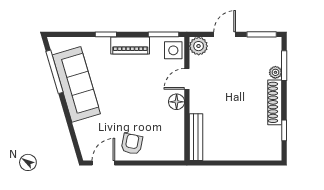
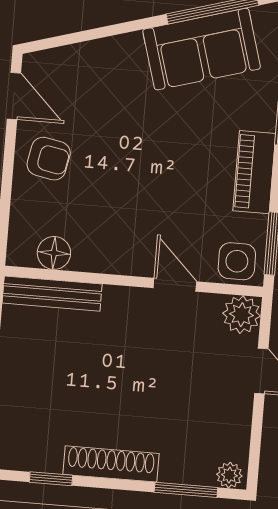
window: (262, 34) -> (255, 448), removed
plant: (275, 72) -> (229, 475), moved
sofa: (76, 84) -> (202, 49), width x0.73
floor lamp: (177, 102) -> (54, 253), moved

